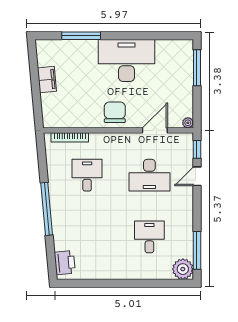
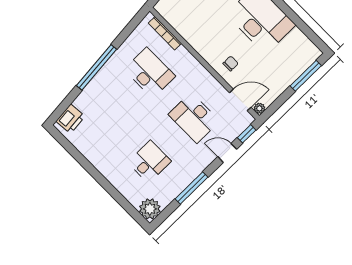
chair: (115, 112) -> (231, 63), moved, width x0.54, depth x0.54
door: (155, 130) -> (240, 100), moved
desk: (87, 175) -> (150, 73), width x1.37
window: (197, 250) -> (192, 188), moved

